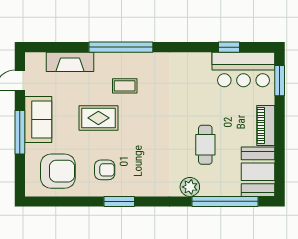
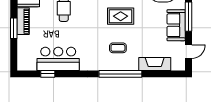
bar counter: (243, 69) -> (58, 59), moved
window: (280, 81) -> (14, 28), moved
rug: (98, 118) -> (121, 16), moved

